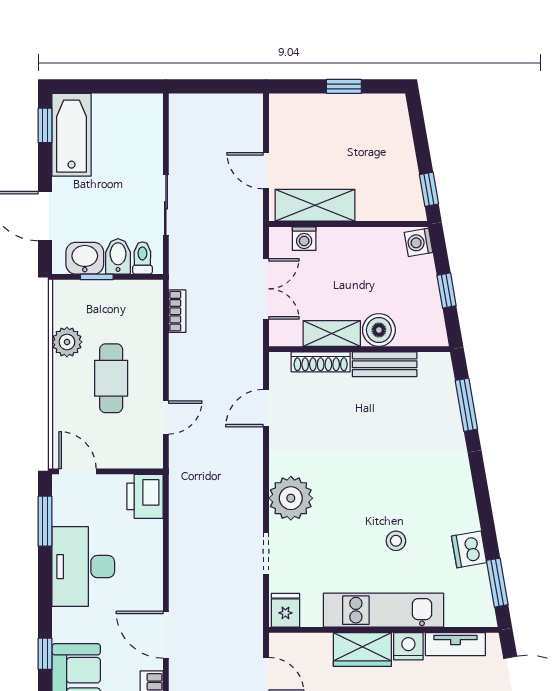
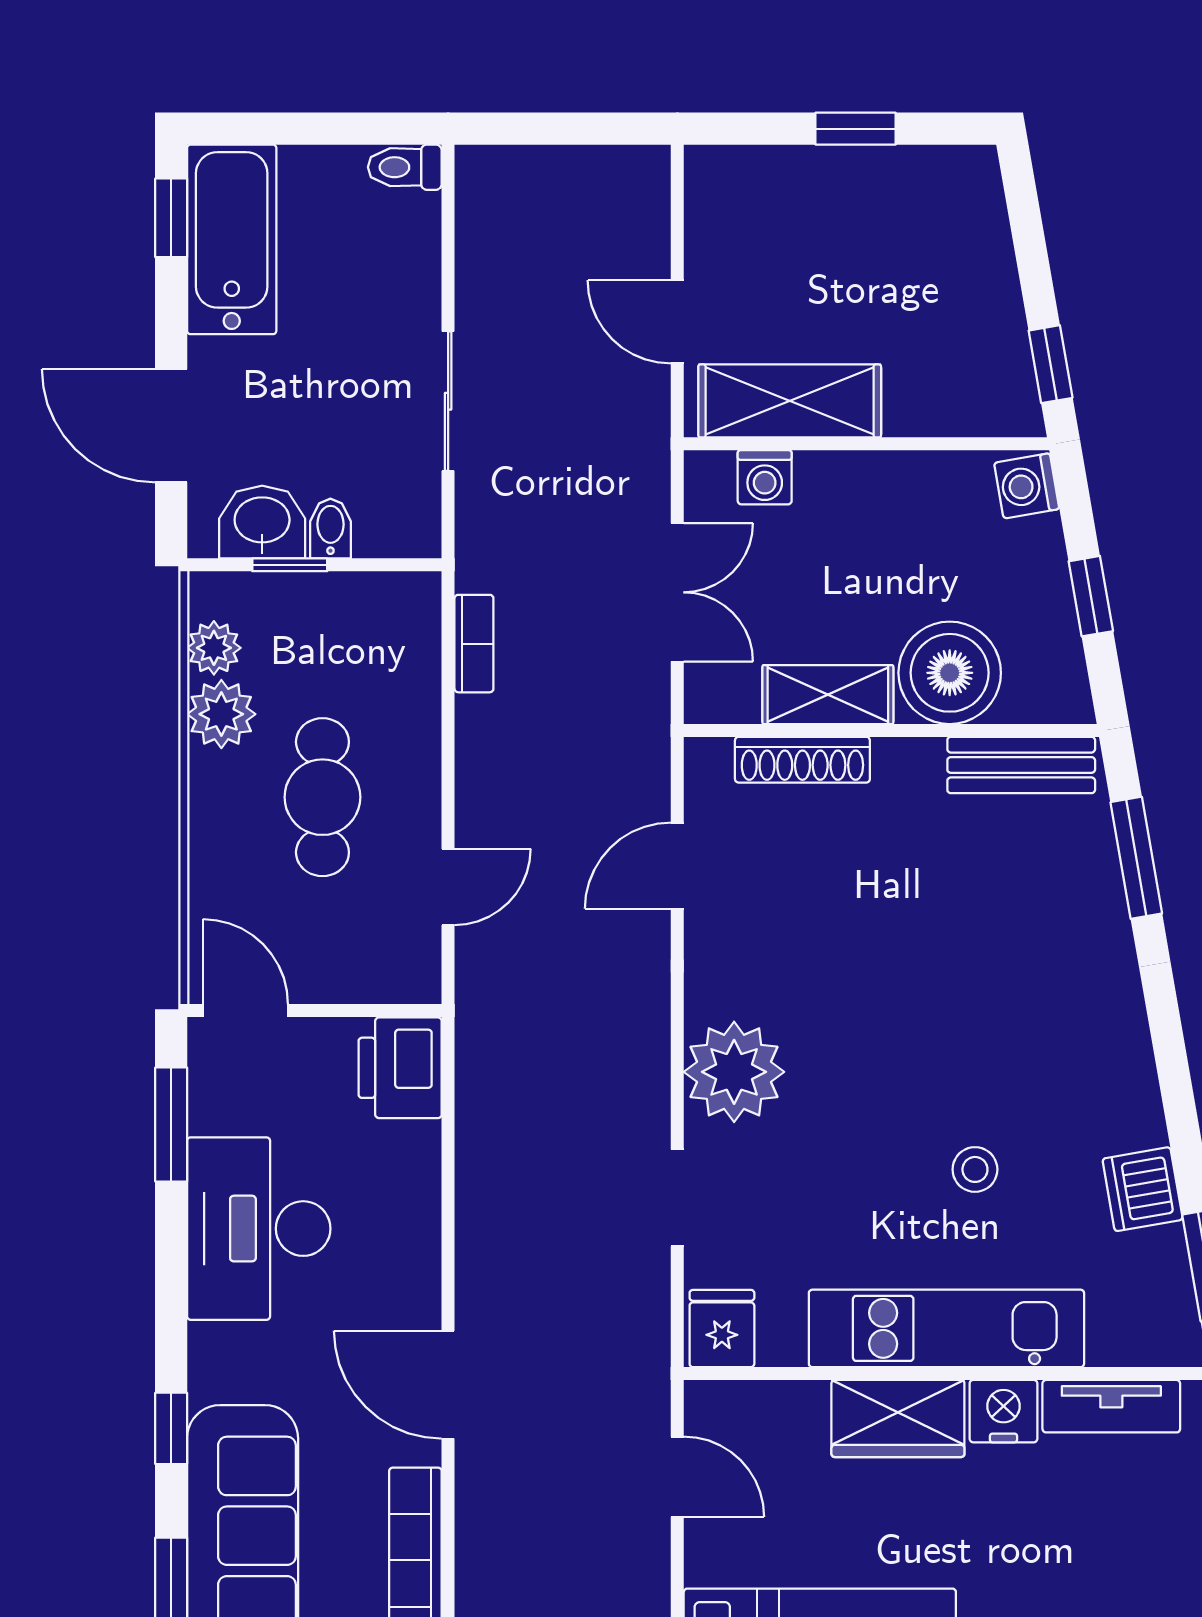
bidet: (118, 256) -> (330, 529), width x0.72, depth x0.74
toilet: (142, 258) -> (405, 167), moved, turned -90
plant: (64, 313) -> (214, 648), added
boiler: (379, 330) -> (950, 673), width x1.37, depth x1.37
bench: (385, 364) -> (1021, 765), moved

